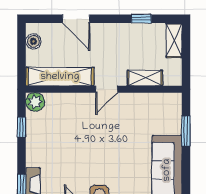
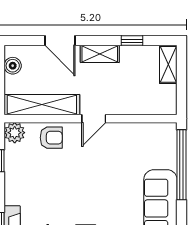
shelving: (145, 78) -> (100, 54), moved
armchair: (68, 106) -> (51, 138), added
window: (186, 131) -> (182, 165), width x2.11

